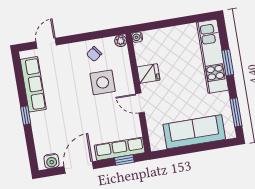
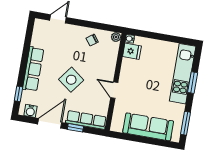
fridge: (148, 74) -> (132, 51), moved
side table: (103, 82) -> (71, 80), moved, turned 37
row of seats: (33, 84) -> (33, 69), moved
window: (26, 115) -> (18, 94), moved
window: (124, 160) -> (75, 128), moved

